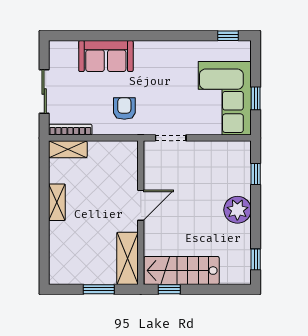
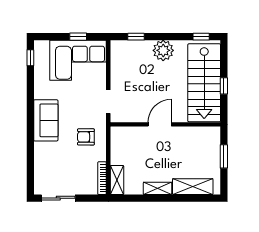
sofa: (106, 56) -> (46, 120), moved
sliding door: (44, 92) -> (58, 198), moved
door: (141, 205) -> (160, 124), hinge flipped
shelving: (127, 258) -> (193, 187), moved
stairs: (182, 271) -> (204, 83), width x1.36, depth x1.51
window: (169, 289) -> (224, 86), moved

